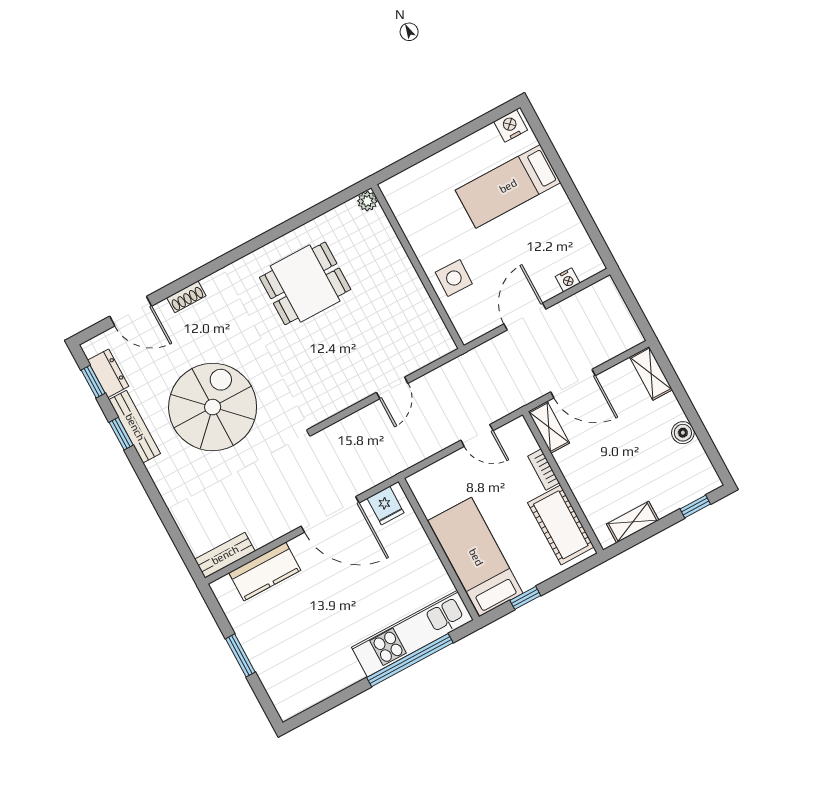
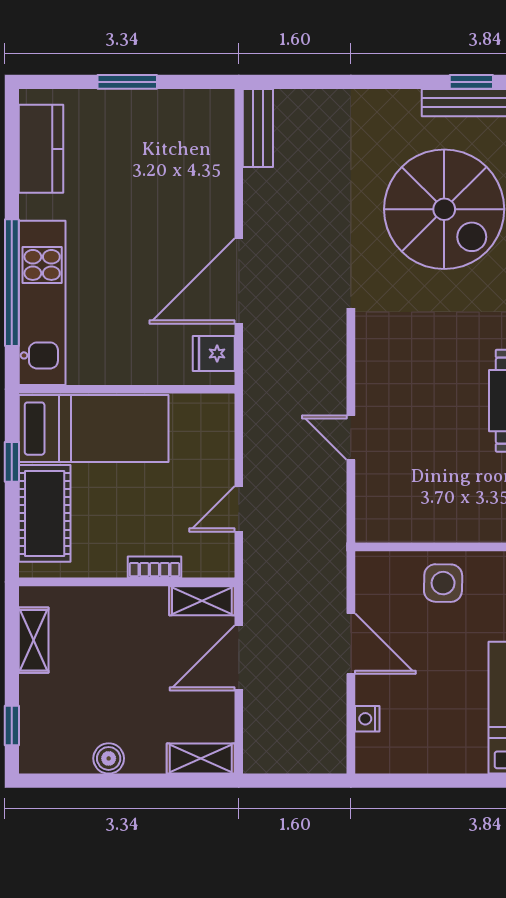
cot: (561, 525) -> (45, 513), moved, turned 90
kitchen counter: (265, 572) -> (41, 149), moved, turned 180

